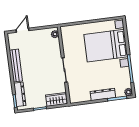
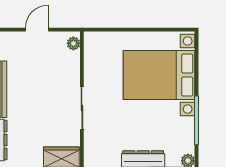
door: (22, 30) -> (37, 30), moved

